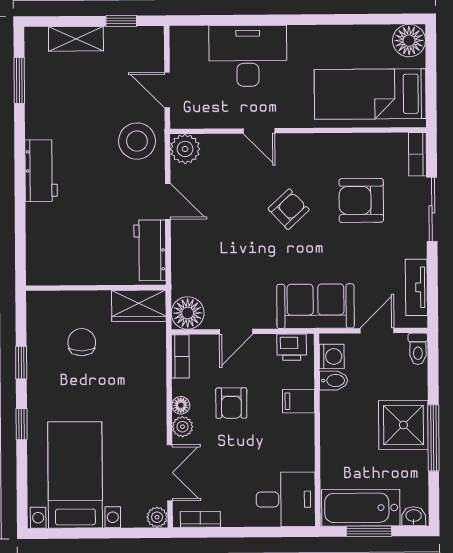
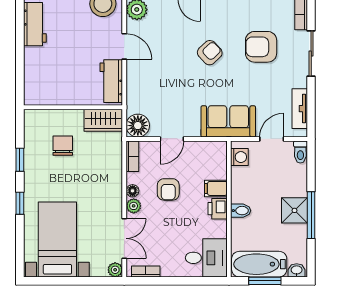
printer: (292, 347) -> (218, 209), moved, turned 90
bidet: (334, 380) -> (241, 211), moved
shower: (403, 425) -> (294, 210), width x0.73, depth x0.73

